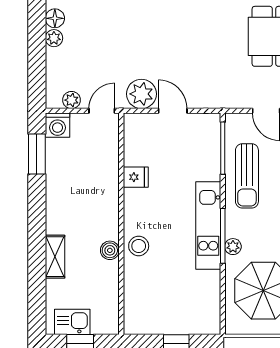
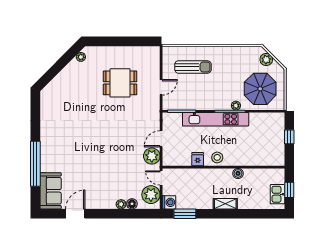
floor lamp: (55, 18) -> (132, 204), moved
plant: (72, 100) -> (151, 195), width x1.87, depth x1.87
sun lounger: (247, 176) -> (197, 98), removed
kitchen unit: (208, 226) -> (216, 119), width x1.36
stool: (139, 246) -> (217, 157), moved
shelving: (55, 257) -> (225, 204), moved

